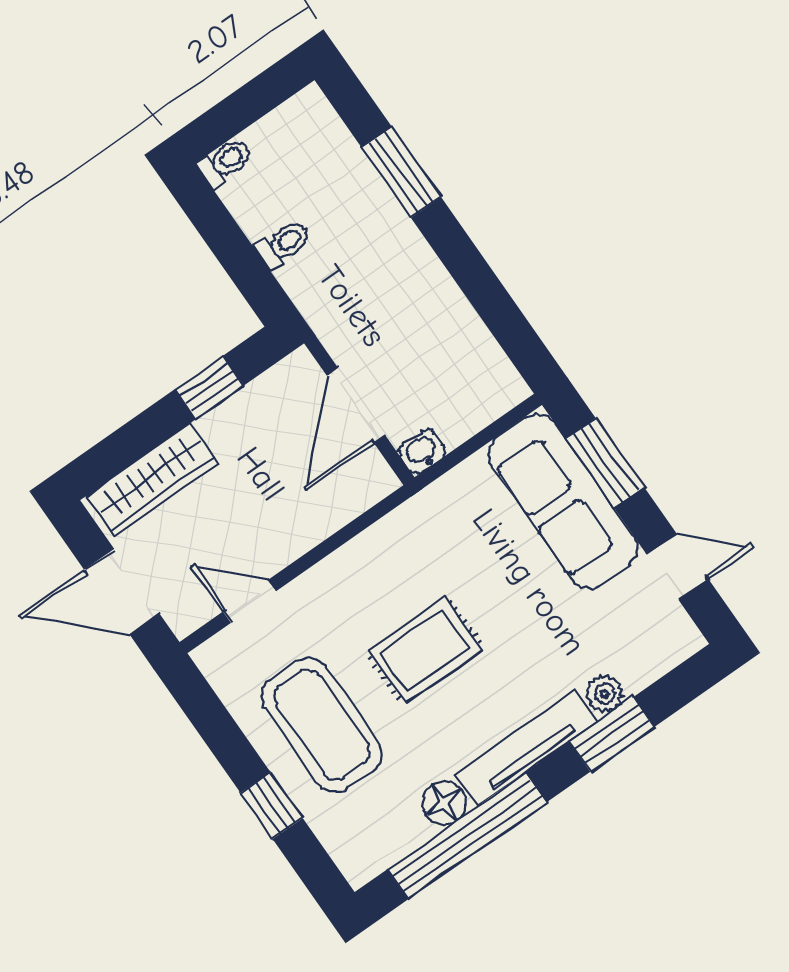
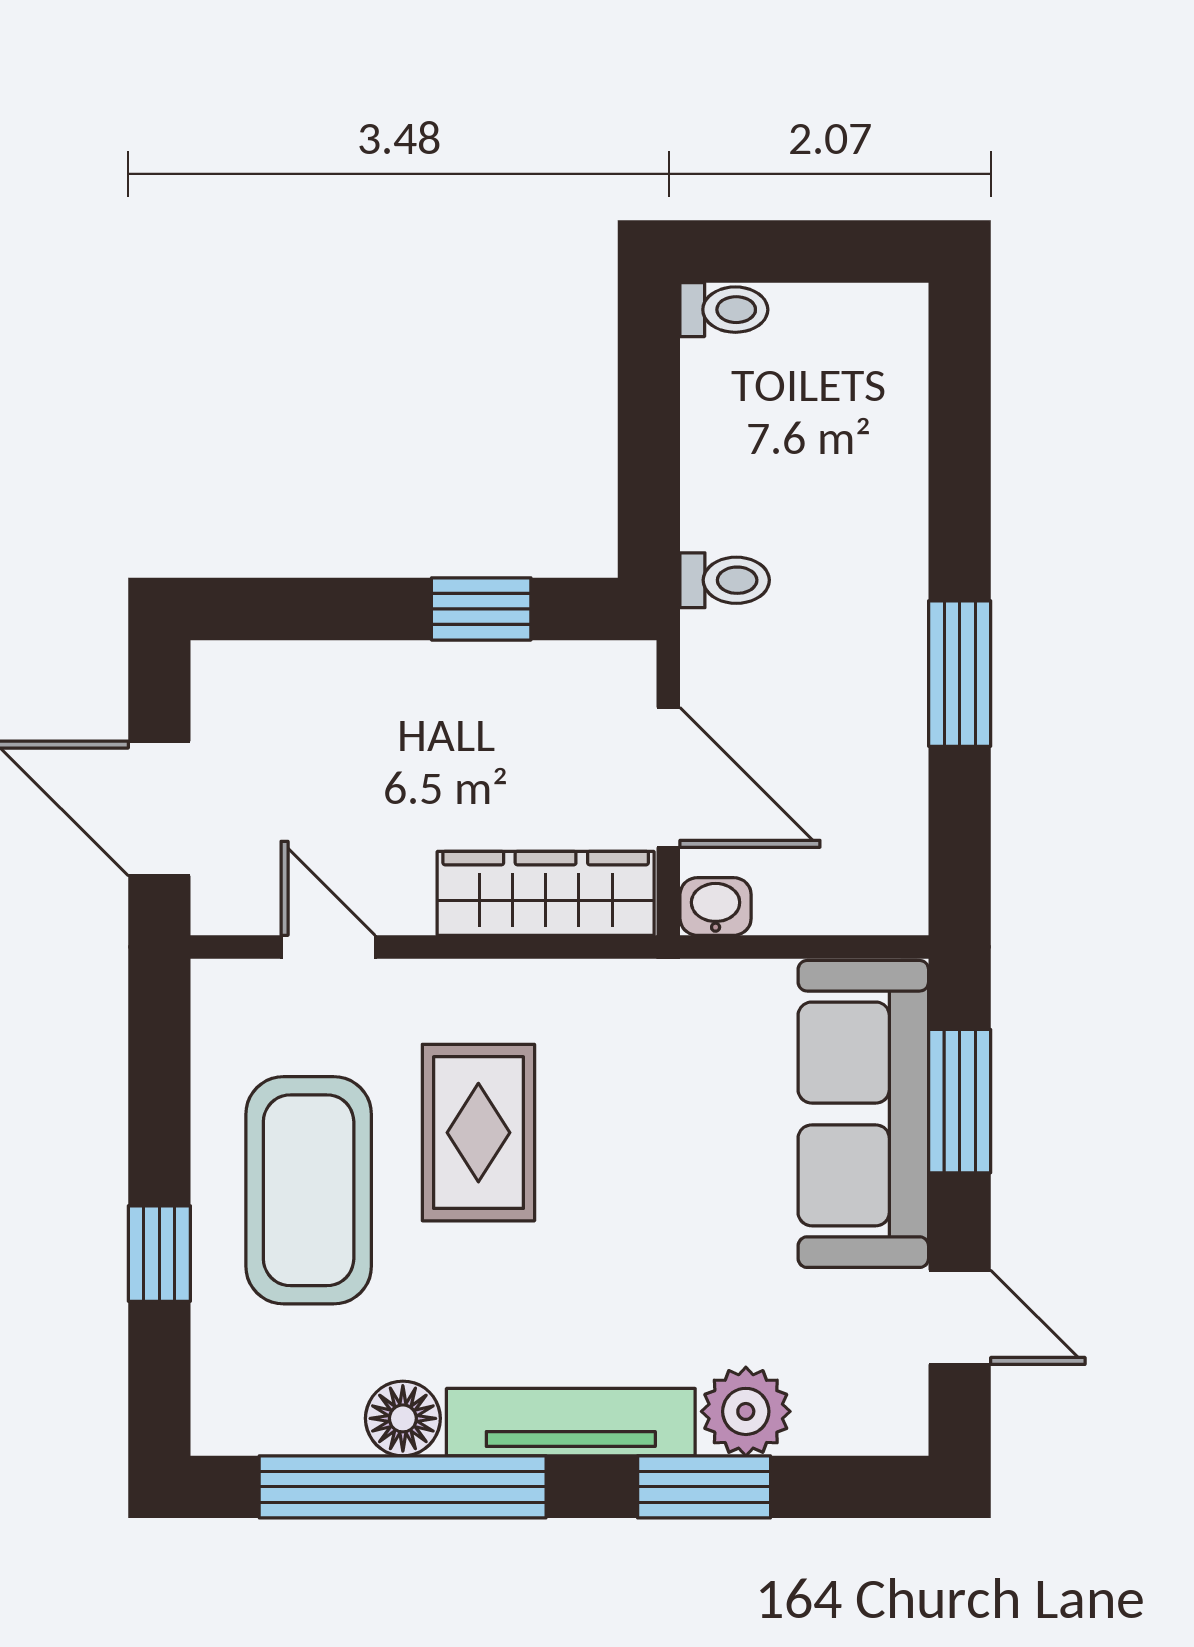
window: (401, 172) -> (960, 674), moved
toilet: (284, 244) -> (725, 580), moved
door: (356, 405) -> (668, 777), swing flipped
wardrobe: (152, 480) -> (546, 893), moved, turned 180
rug: (425, 650) -> (478, 1133), moved, turned 90
plant: (605, 694) -> (746, 1411), width x1.38, depth x1.38

